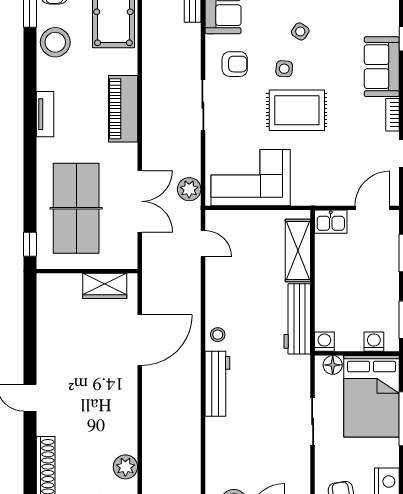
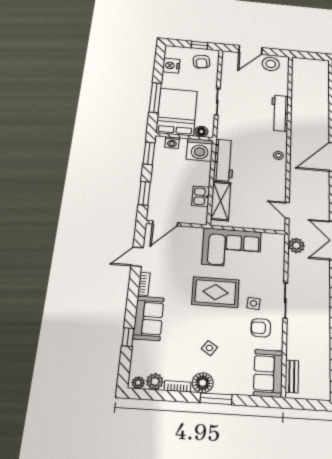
side table: (284, 69) -> (254, 303), moved
corner sofa: (251, 178) -> (232, 248), moved
kitchen sink: (331, 222) -> (201, 196), moved, turned -90
washing machine: (324, 342) -> (200, 150), width x1.89, depth x1.89
workbench: (217, 384) -> (280, 113), moved

